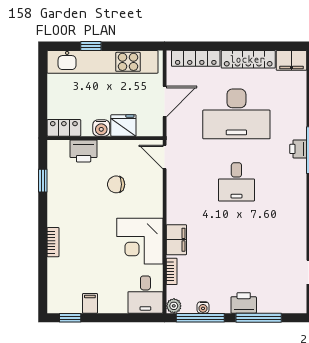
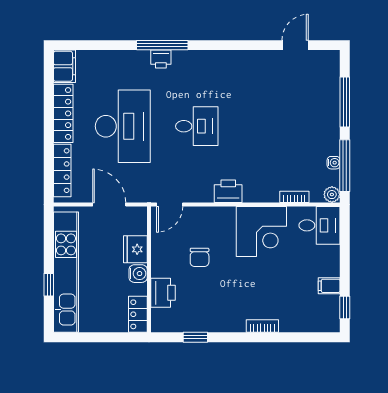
filing cabinet: (176, 240) -> (260, 192), removed
printer: (244, 303) -> (228, 191), moved, turned 90

